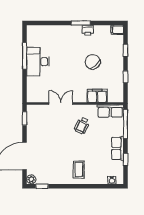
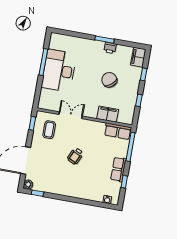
filing cabinet: (117, 30) -> (138, 57), width x2.00
desk: (38, 62) -> (59, 71), width x1.36, depth x1.30
wheelchair: (82, 126) -> (75, 156), moved
coffee table: (79, 169) -> (49, 130), moved

